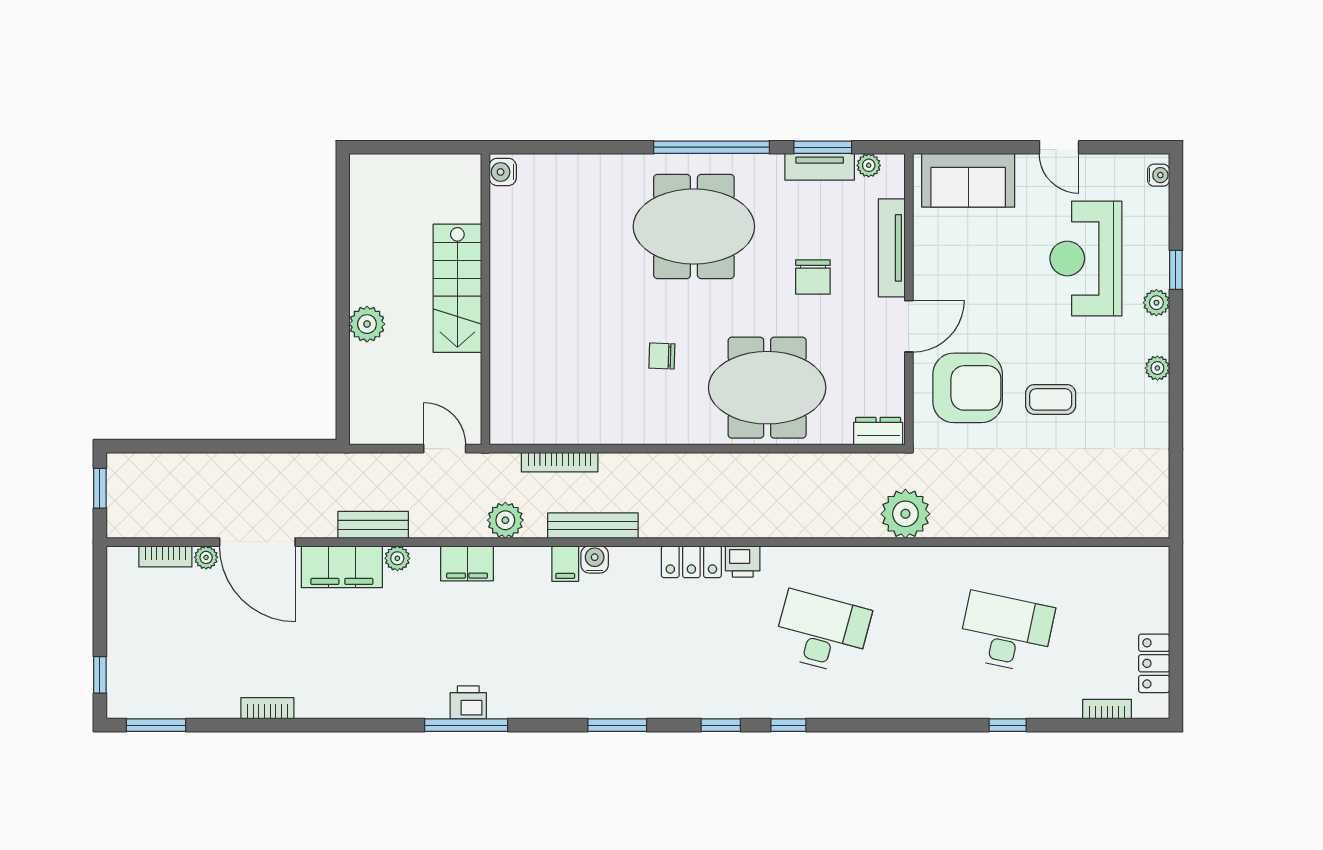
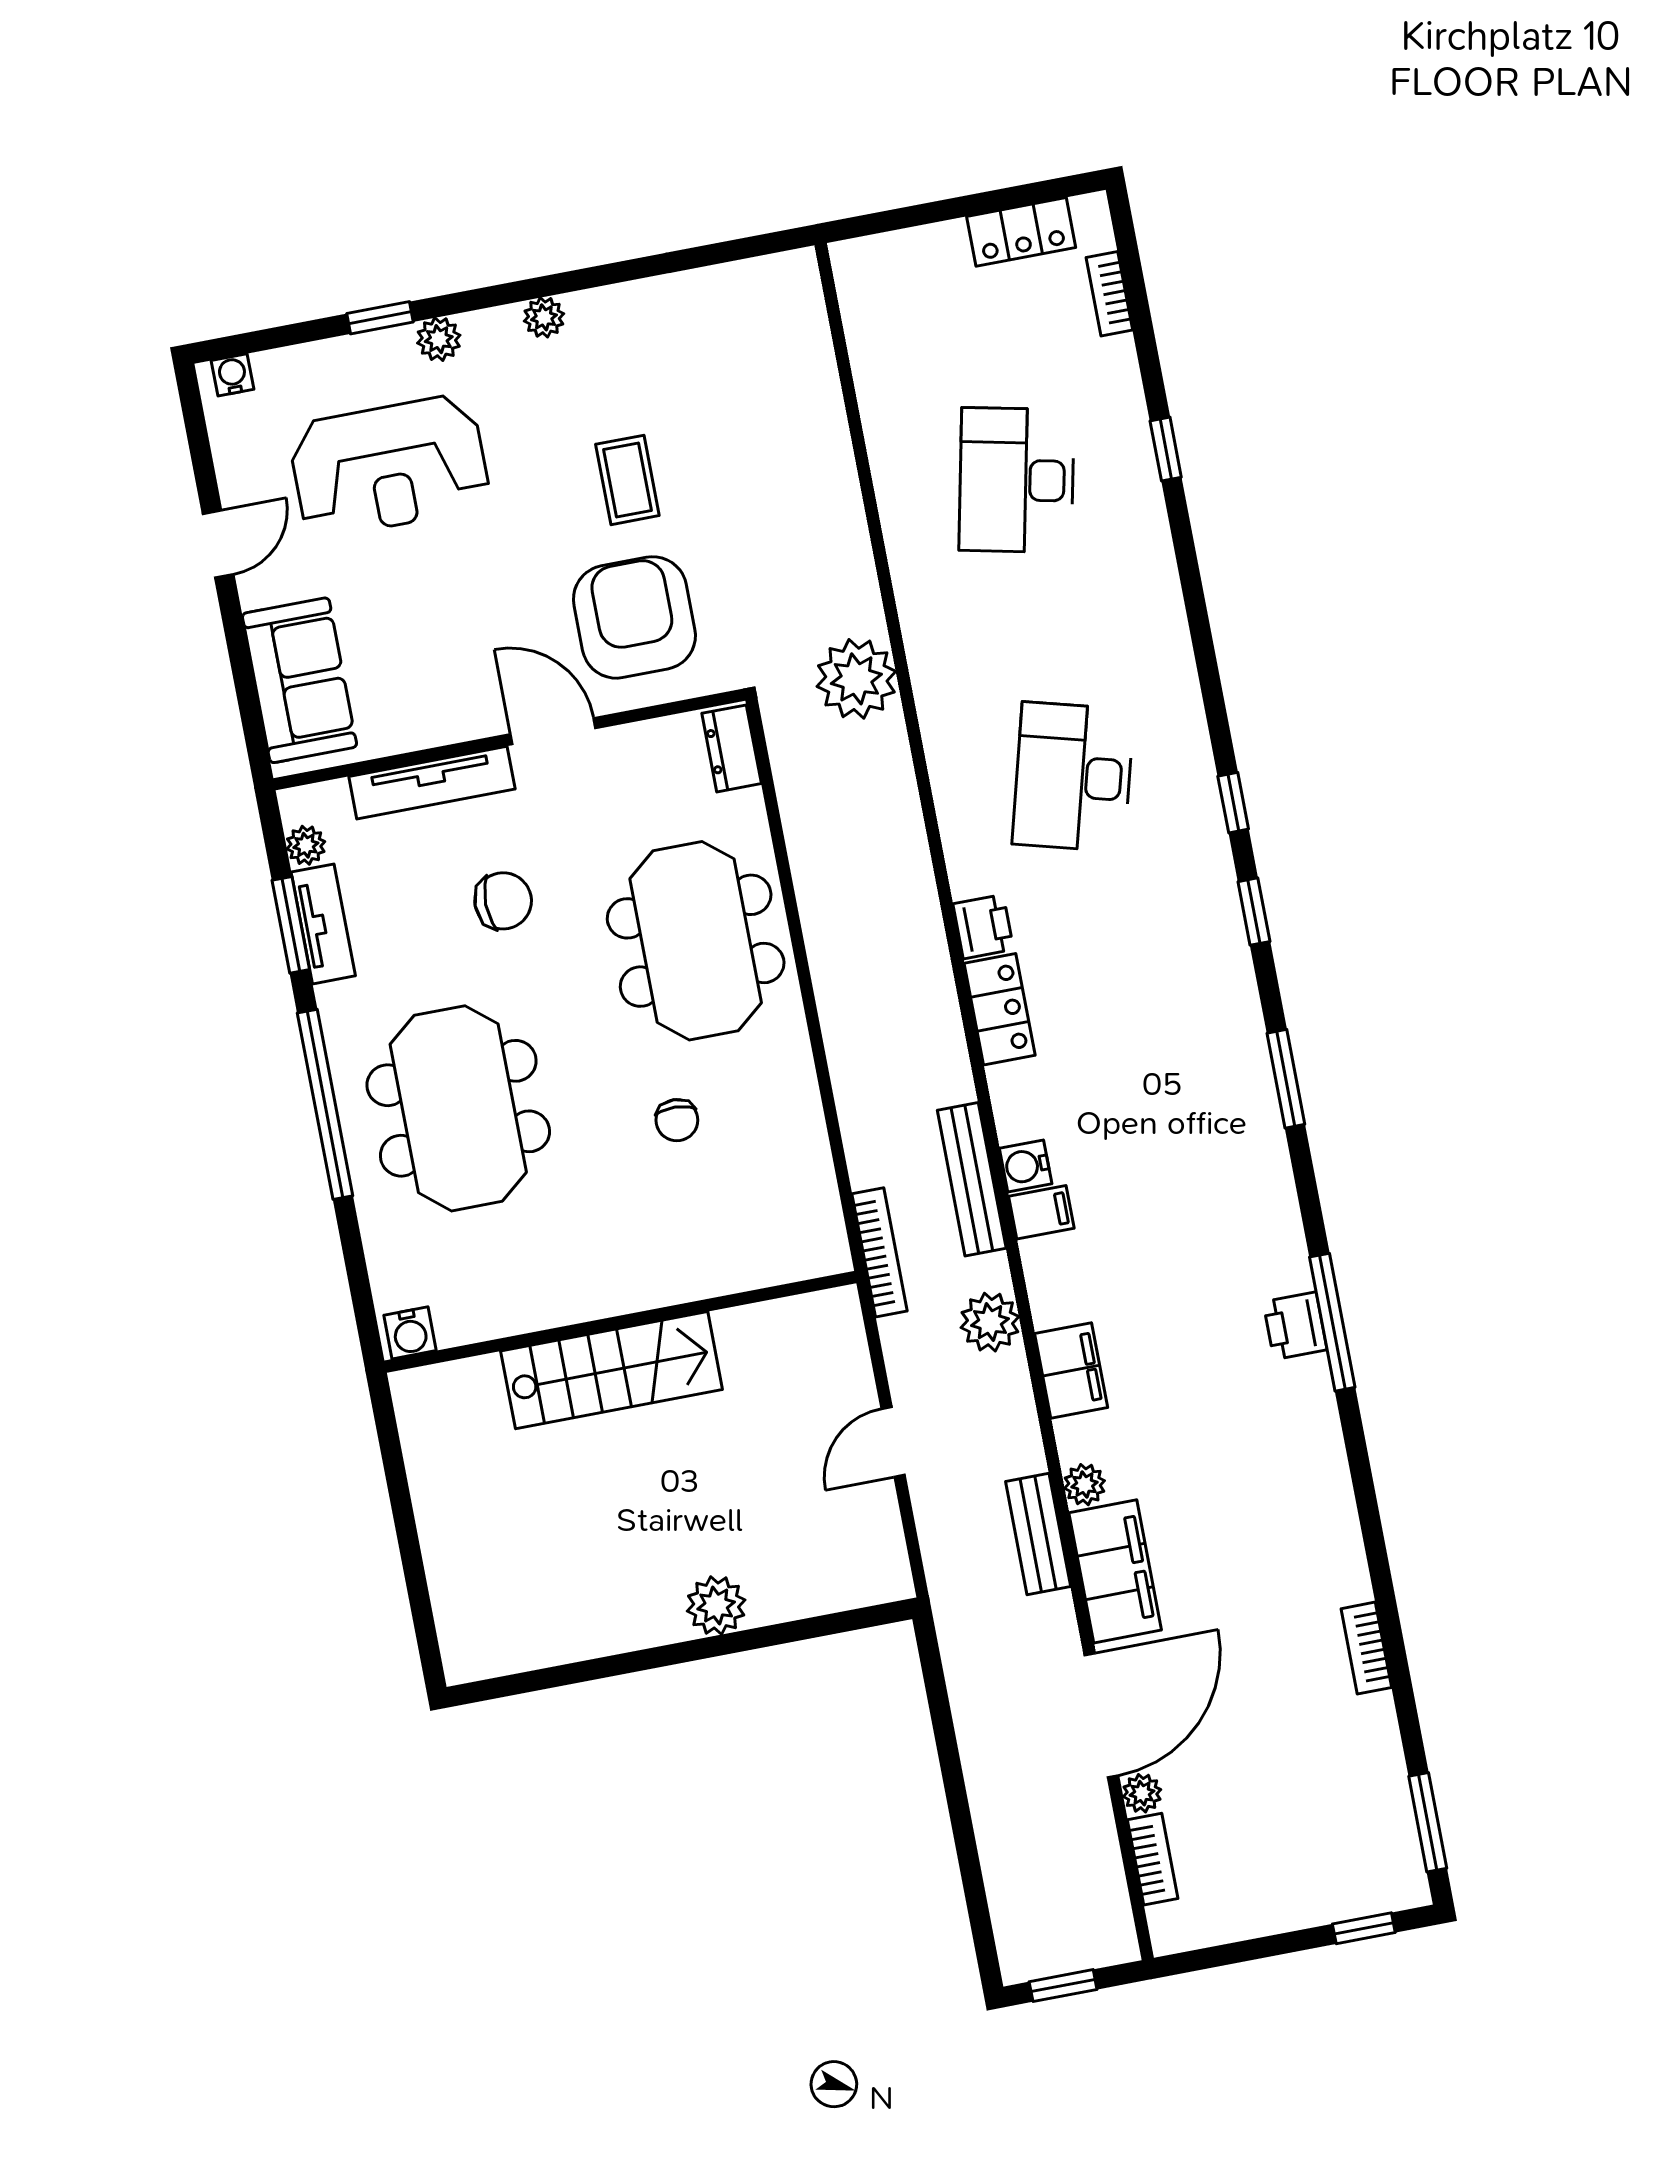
water cooler: (503, 172) -> (410, 1333), moved
stairs: (457, 288) -> (612, 1370), moved
wall: (485, 299) -> (620, 1322), moved

